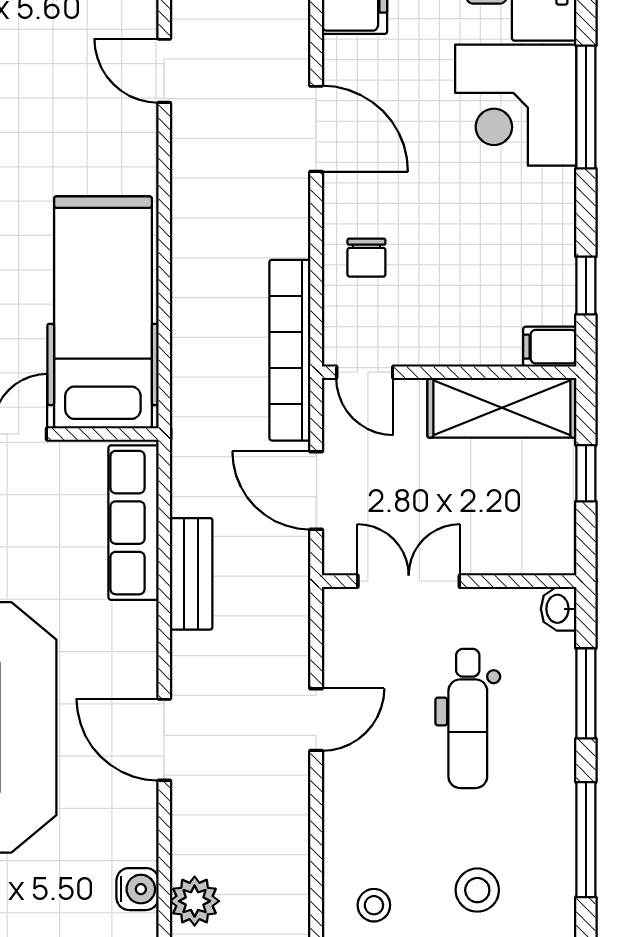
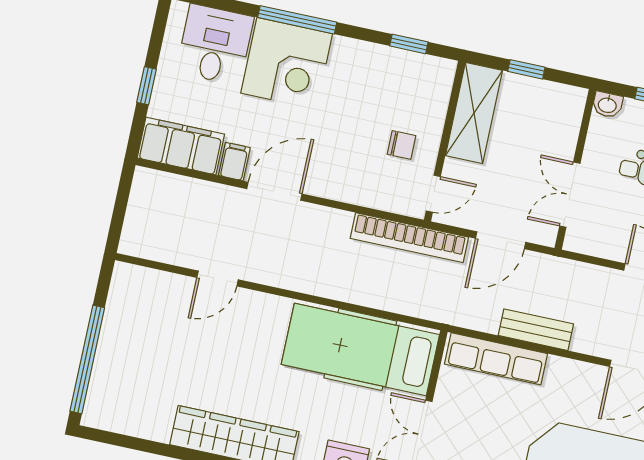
chair: (366, 258) -> (402, 145), moved
filing cabinet: (550, 347) -> (234, 162), moved, turned 180

